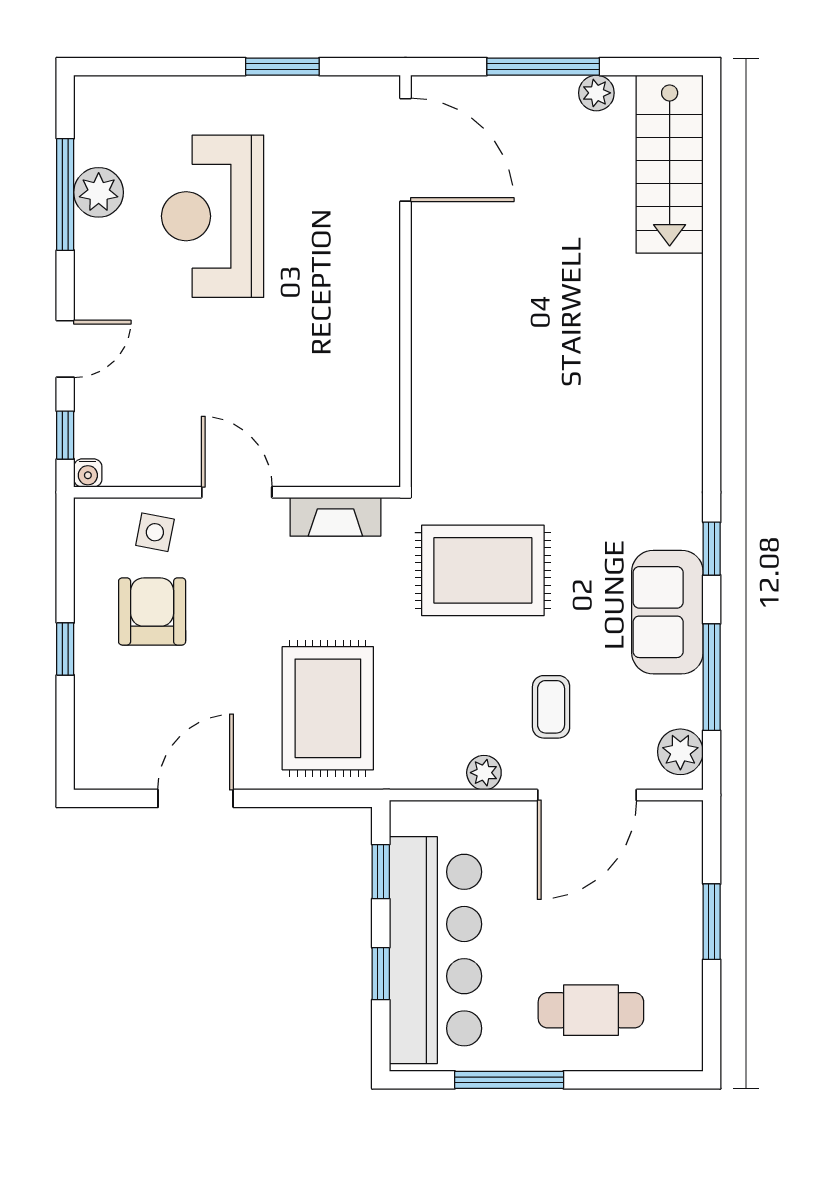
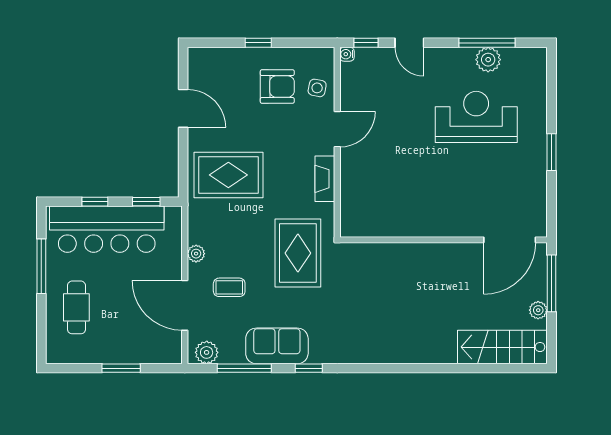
door: (406, 150) -> (510, 240), moved
wall: (406, 281) -> (443, 240), moved

